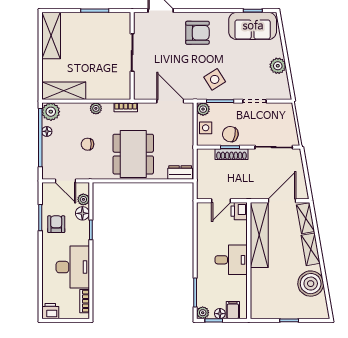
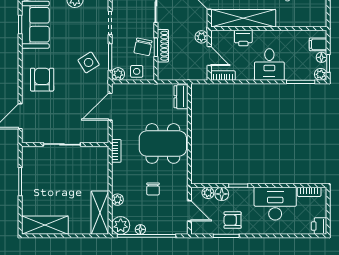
plant: (96, 108) -> (117, 200), moved
door: (66, 181) -> (189, 211), hinge flipped
plant: (240, 193) -> (201, 37), added
printer: (239, 211) -> (243, 38), moved
bookcase: (202, 215) -> (223, 76), added
desk: (231, 260) -> (269, 64), moved, turned 180

